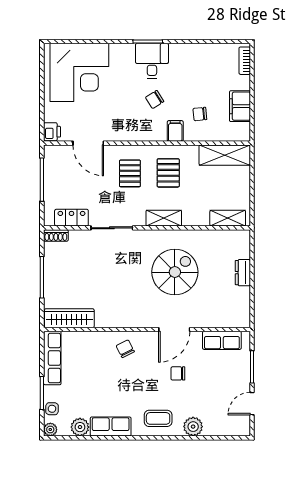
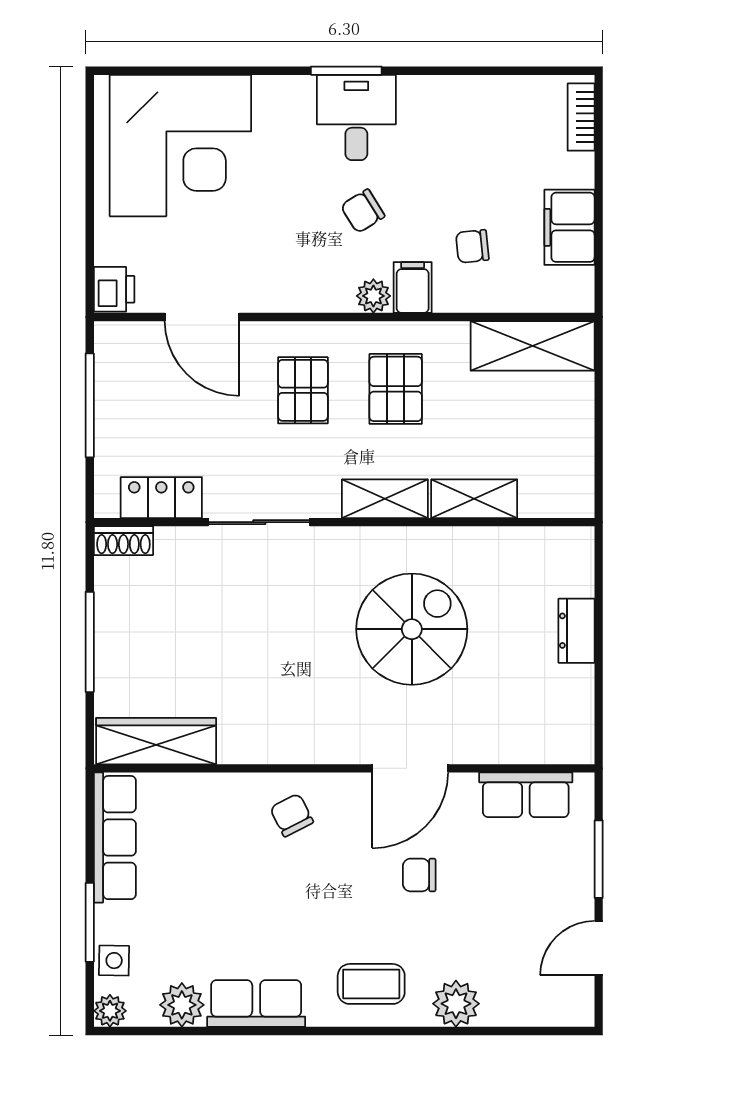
plant: (159, 134) -> (373, 296), added
shelving: (228, 218) -> (474, 499), moved

